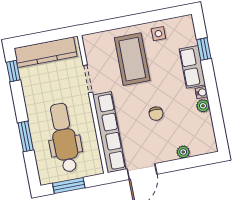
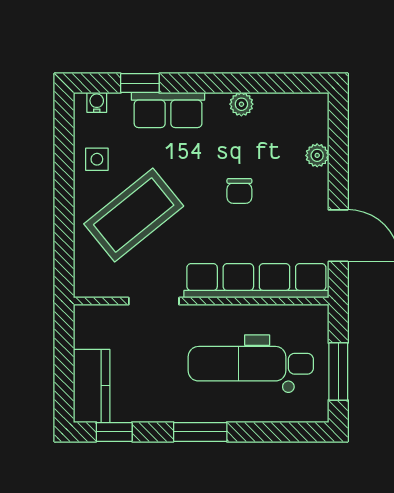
kitchen counter: (46, 52) -> (92, 386), width x0.67
coffee table: (132, 59) -> (134, 215), turned -39
water cooler: (201, 93) -> (97, 102), moved
chair: (156, 114) -> (239, 191), turned 90
window: (26, 136) -> (200, 432), moved

